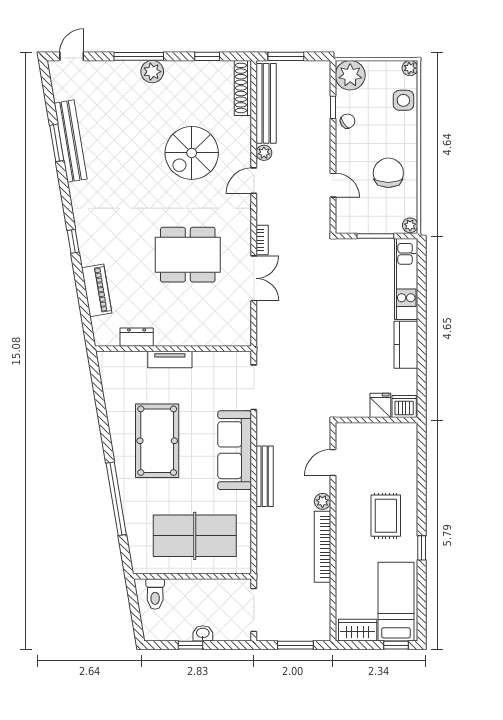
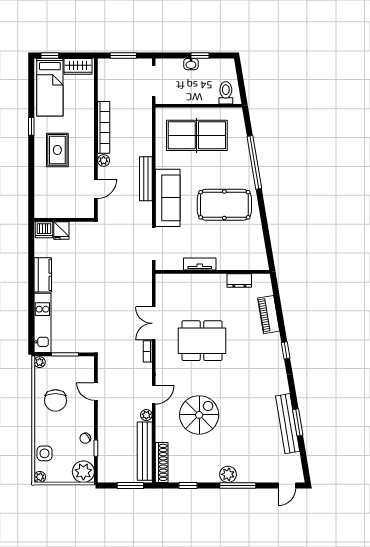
tv unit: (170, 360) -> (200, 264), moved
pool table: (157, 441) -> (224, 205), turned 90

